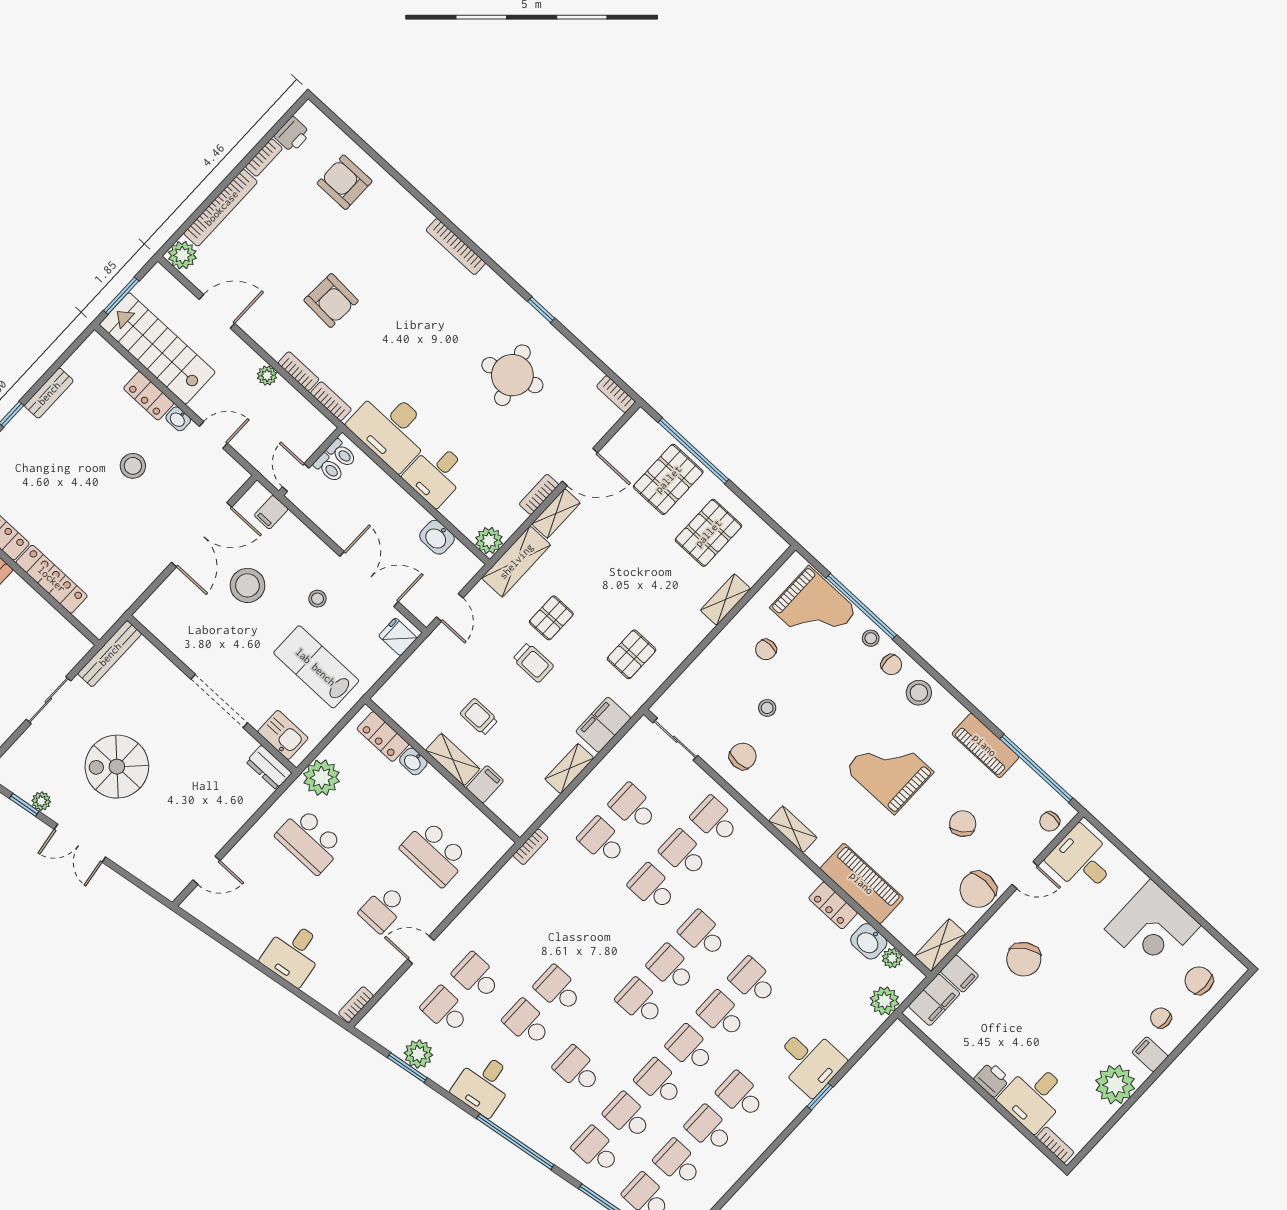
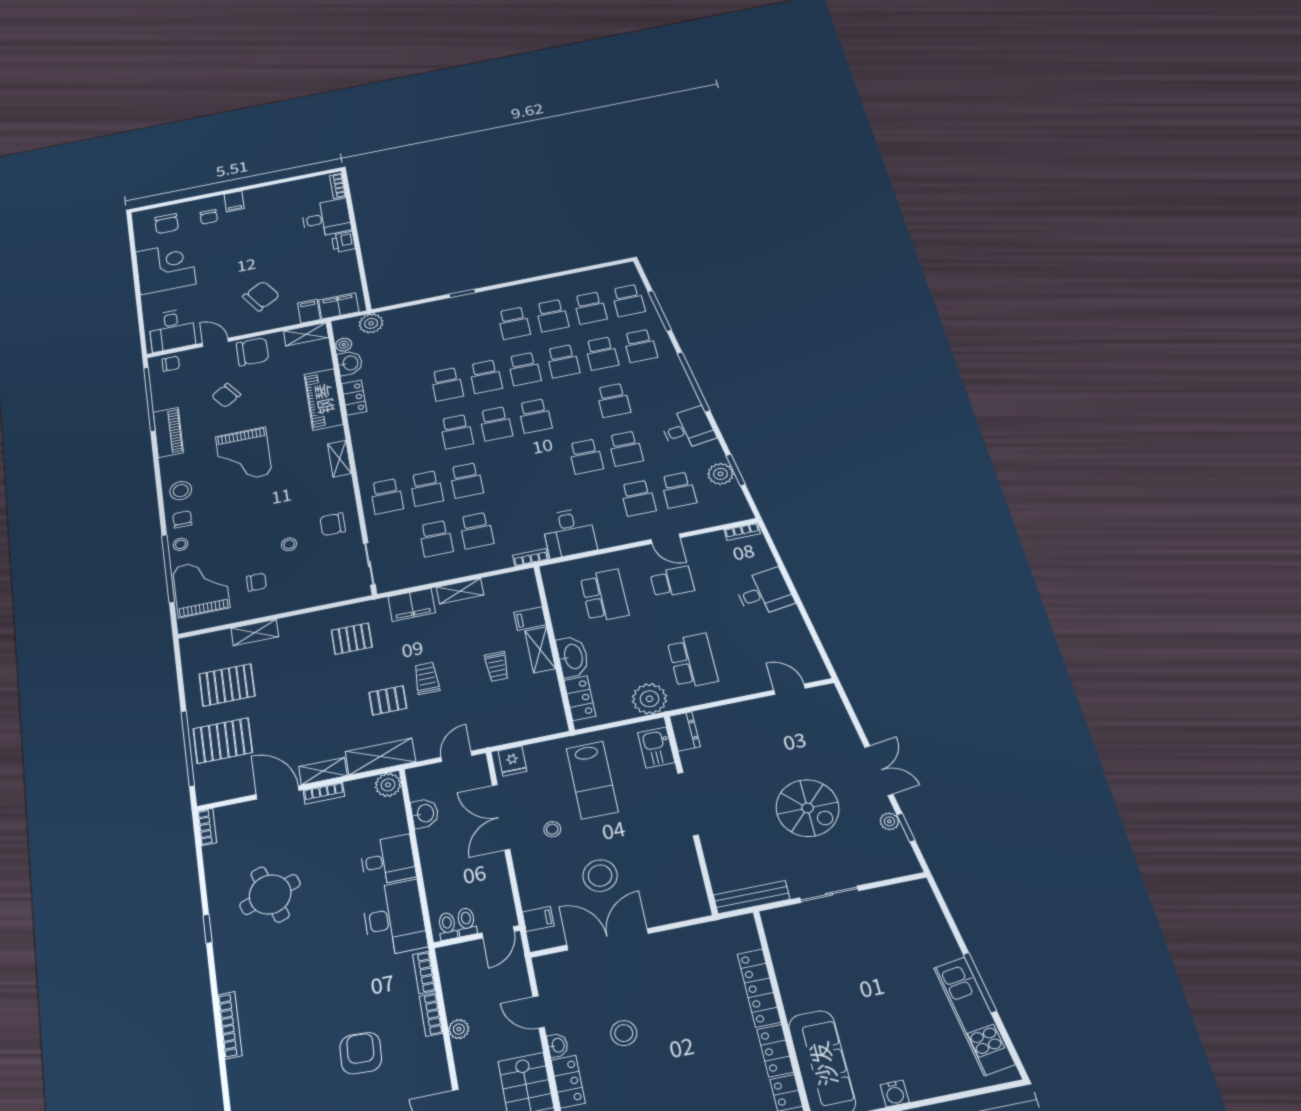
washbasin: (413, 761) -> (573, 657), width x1.91, depth x1.45
desk: (809, 1061) -> (569, 533), moved, turned 180
plant: (1115, 1085) -> (271, 197), removed

